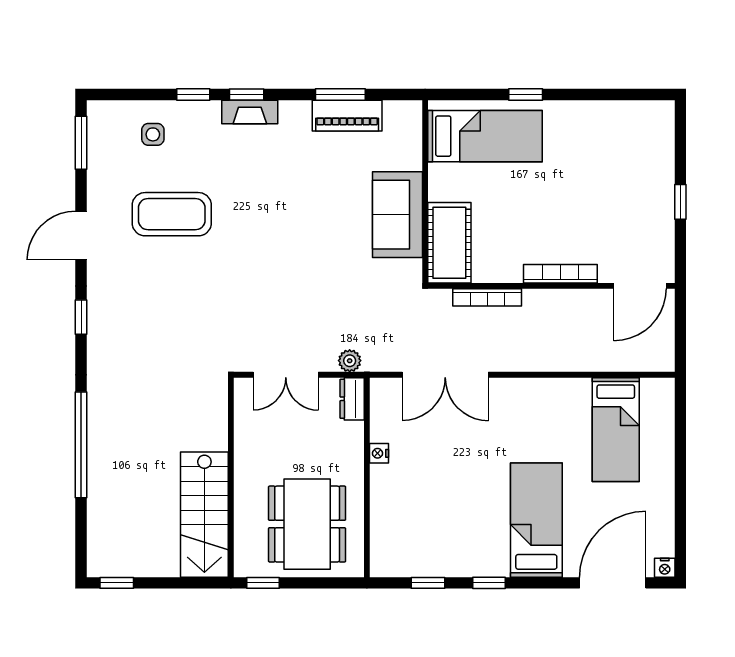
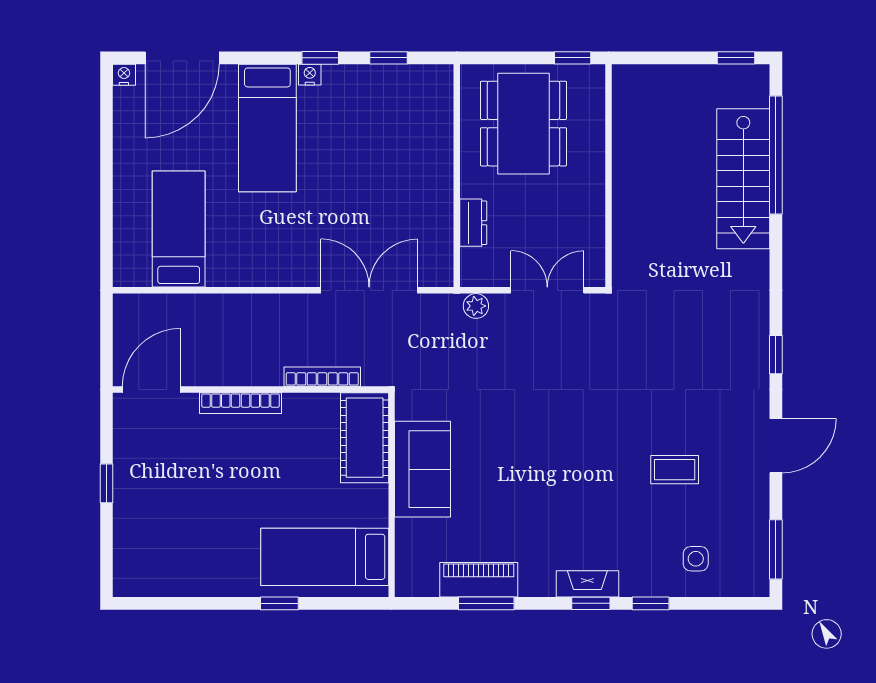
coffee table: (172, 214) -> (675, 470), width x0.54, depth x0.58
dresser: (352, 399) -> (473, 223), moved
window: (81, 445) -> (776, 155), moved
nightstand: (379, 453) -> (310, 75), moved, turned -90
stairs: (204, 515) -> (743, 179), moved, turned 180

